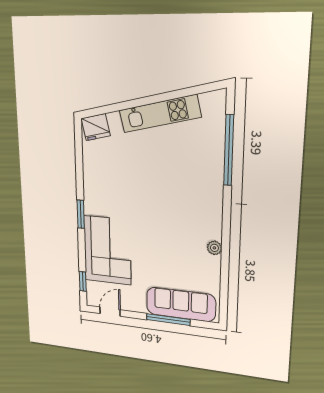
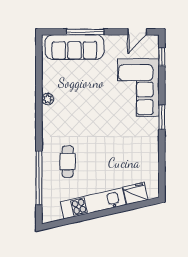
fridge: (96, 127) -> (135, 193), moved
cafe table: (191, 169) -> (68, 162), added

